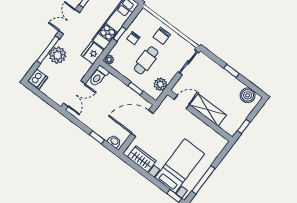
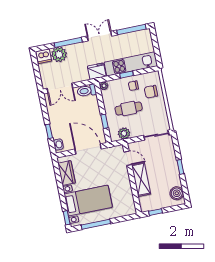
chair: (162, 36) -> (151, 92), moved
plant: (58, 55) -> (59, 54), moved

